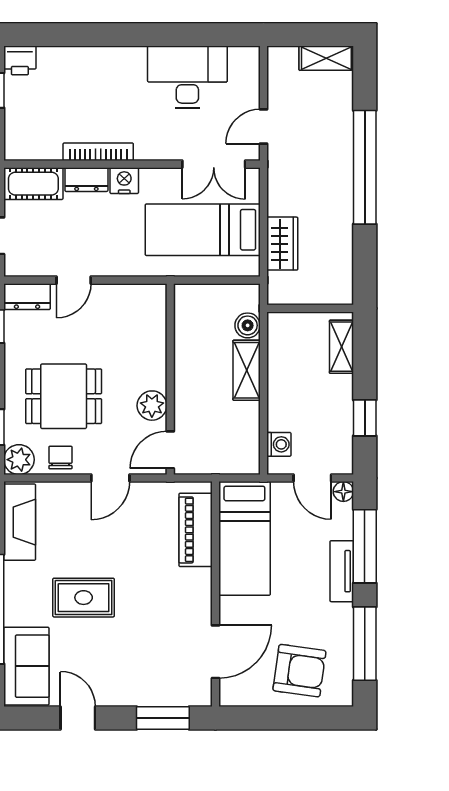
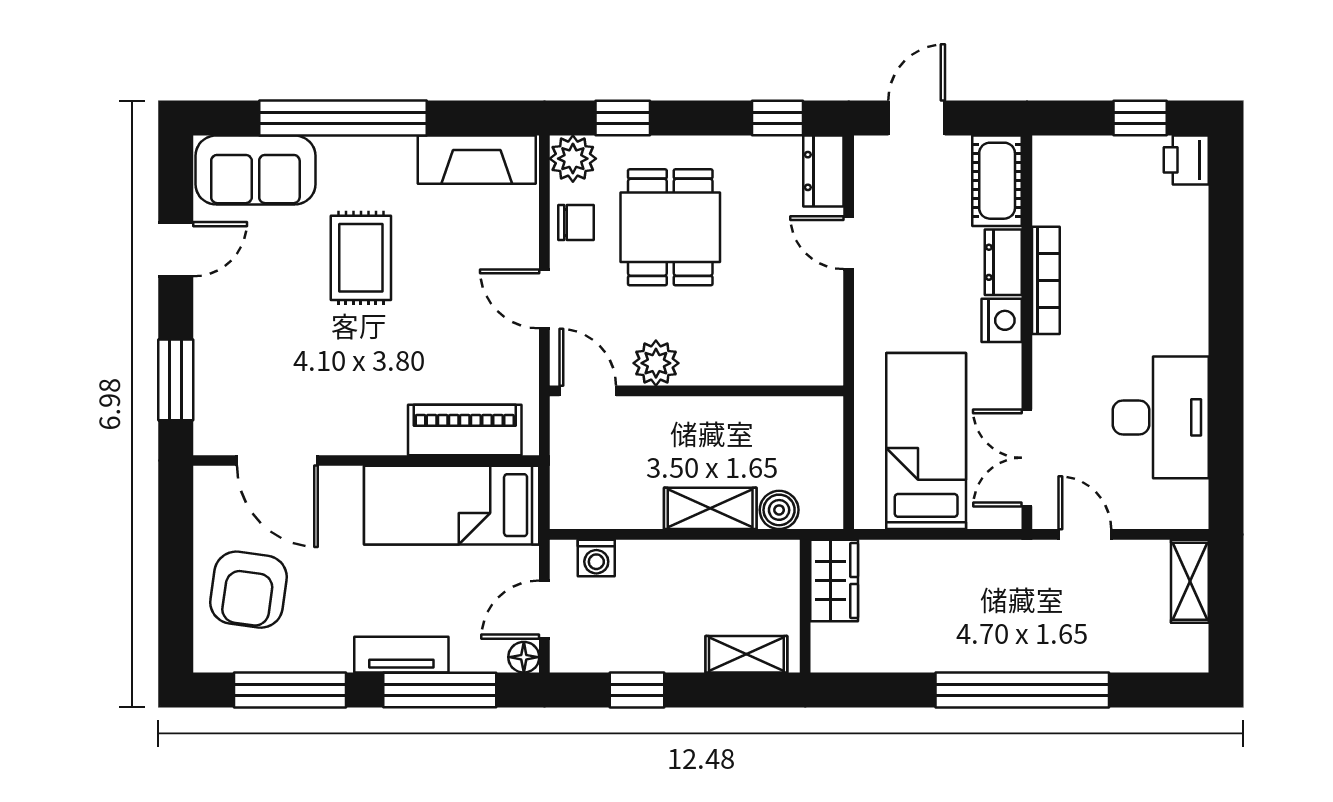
shelving: (326, 58) -> (1190, 581), moved
wardrobe: (282, 244) -> (834, 580), moved, turned -90

